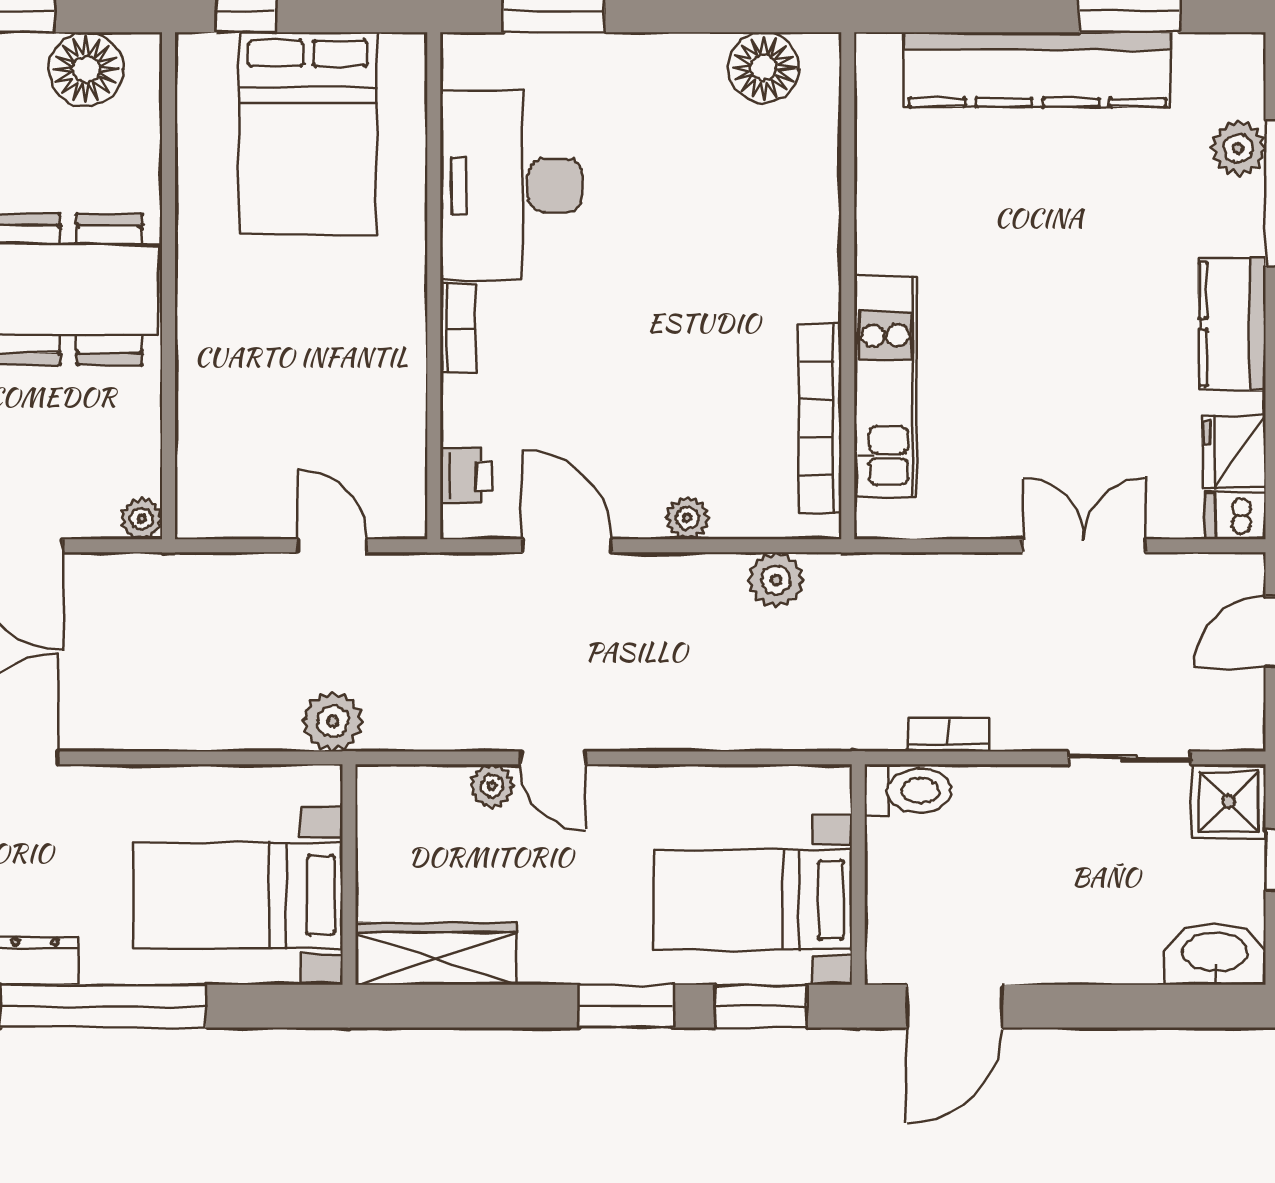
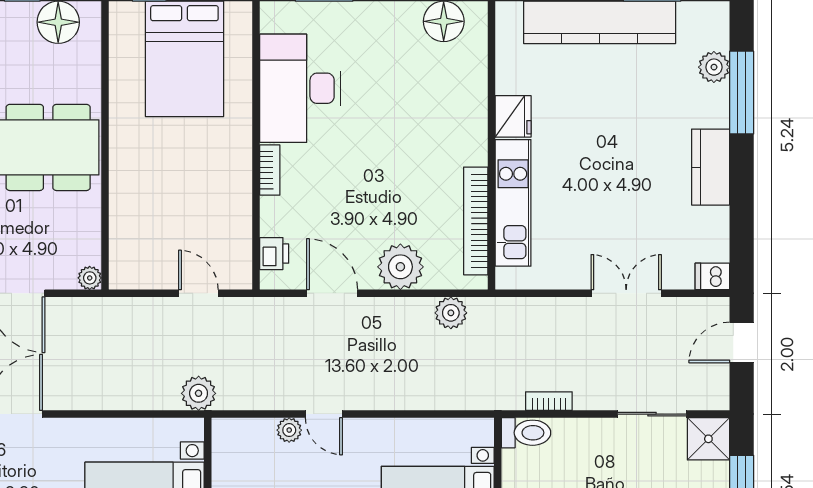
fridge: (1234, 452) -> (513, 116), moved, turned 180
plant: (687, 518) -> (400, 267), width x1.87, depth x1.87

